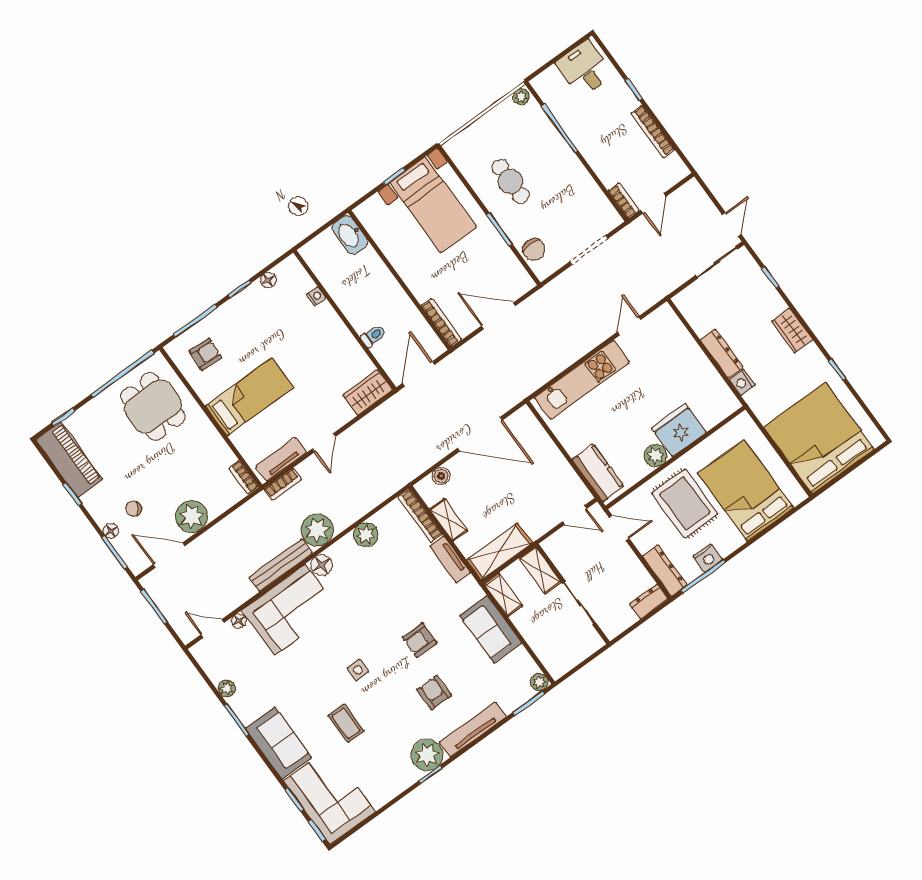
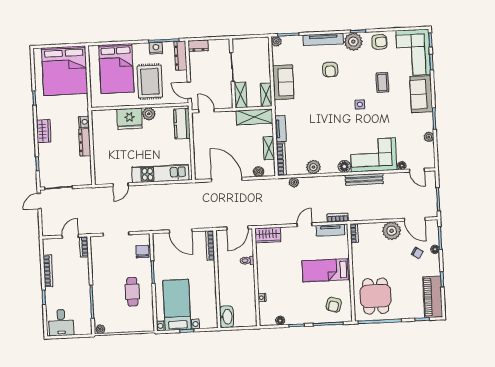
armchair: (205, 354) -> (334, 305), turned -79
plant: (317, 530) -> (294, 182), moved, width x0.53, depth x0.53
armchair: (420, 640) -> (379, 42), moved

